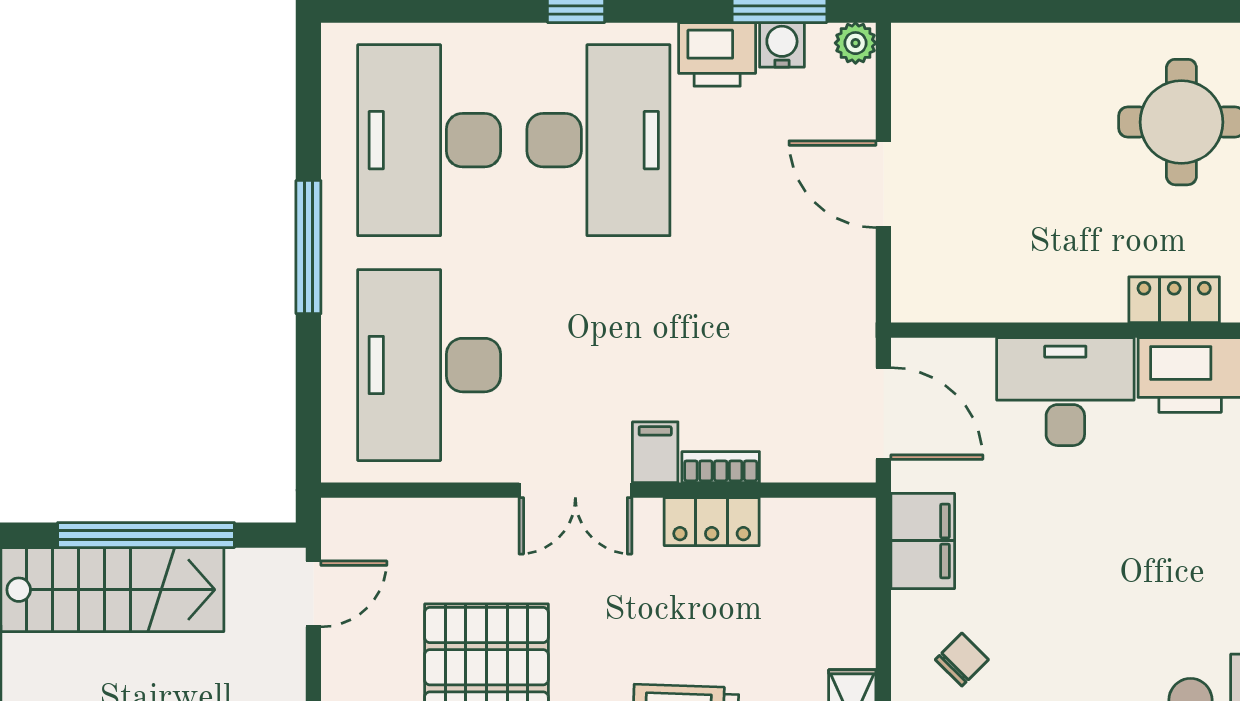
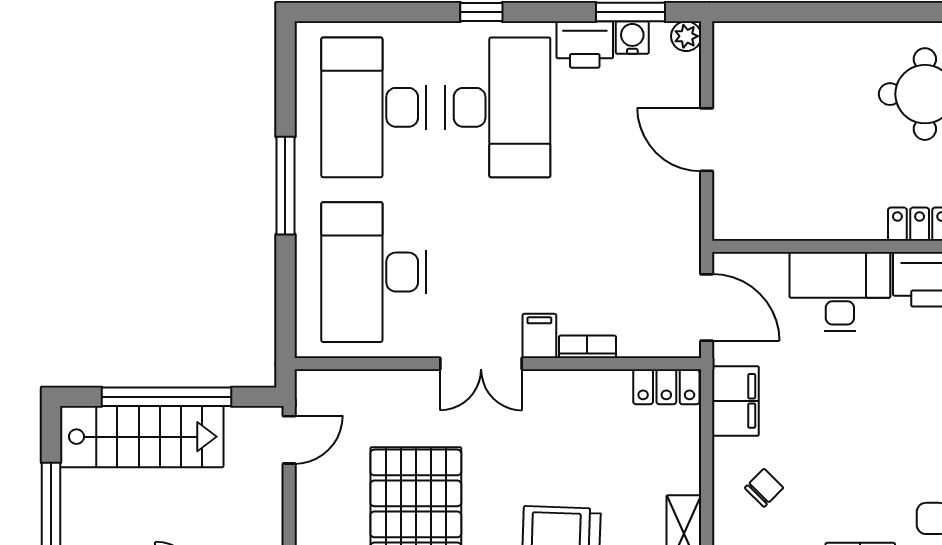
locker: (712, 522) -> (666, 387), moved

